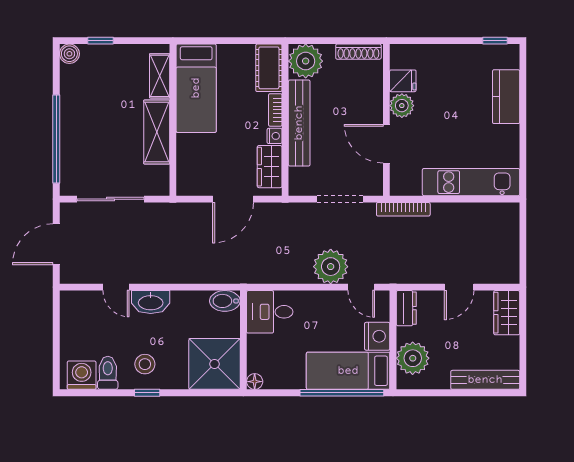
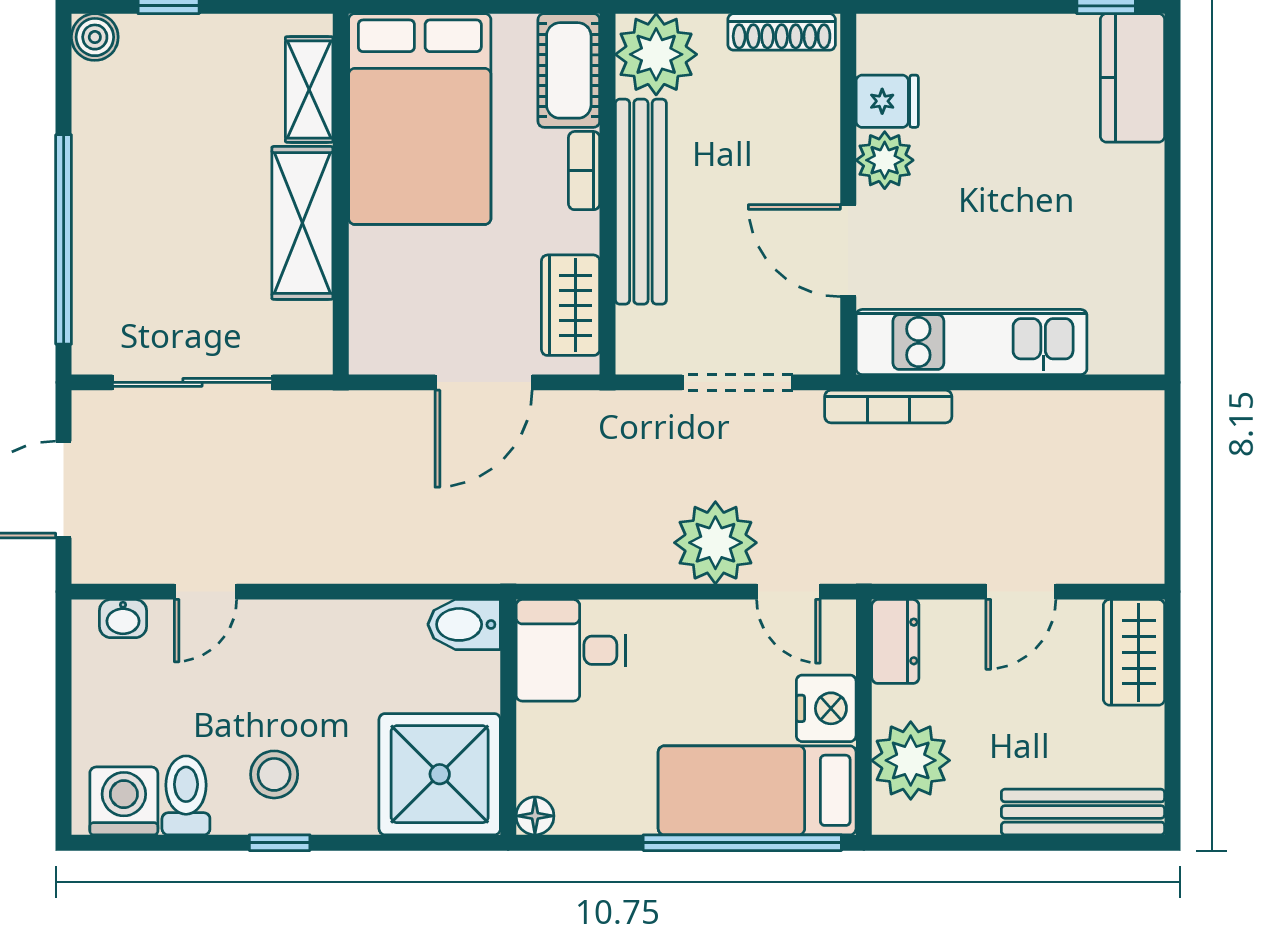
bed: (196, 88) -> (420, 119), width x1.50
kitchen counter: (506, 97) -> (1133, 78), moved
nightstand: (275, 136) -> (582, 232), removed
kitchen unit: (471, 182) -> (971, 342), moved
door: (116, 287) -> (205, 592), hinge flipped
washbasin: (151, 302) -> (123, 619), moved, width x0.52, depth x0.69

